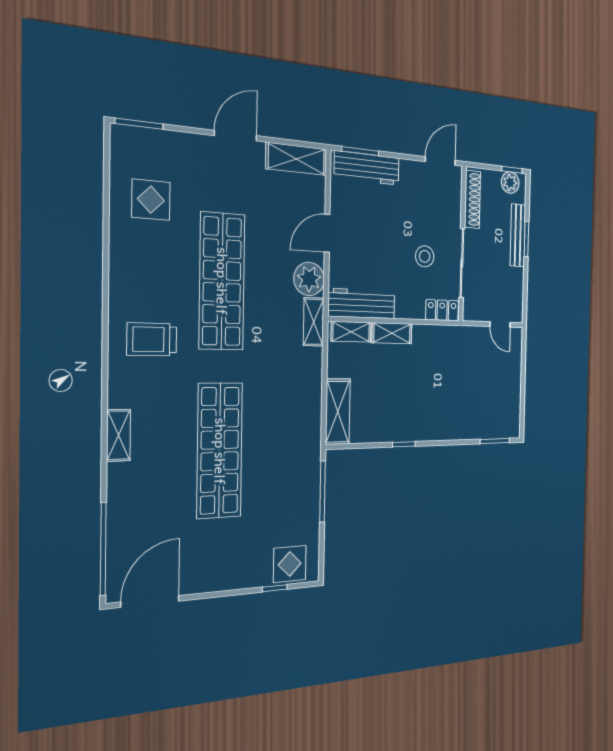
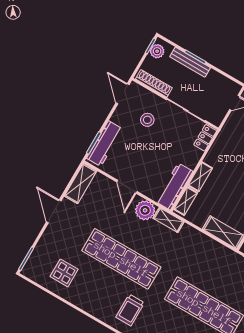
stool: (425, 256) -> (147, 120), moved

